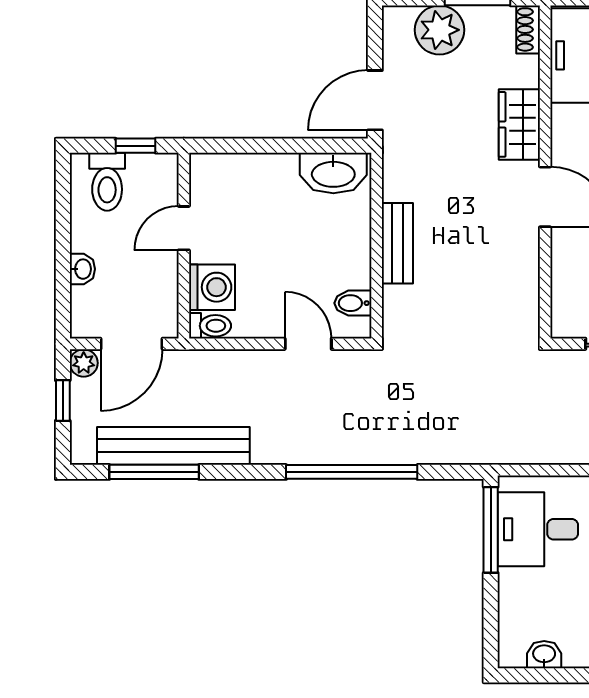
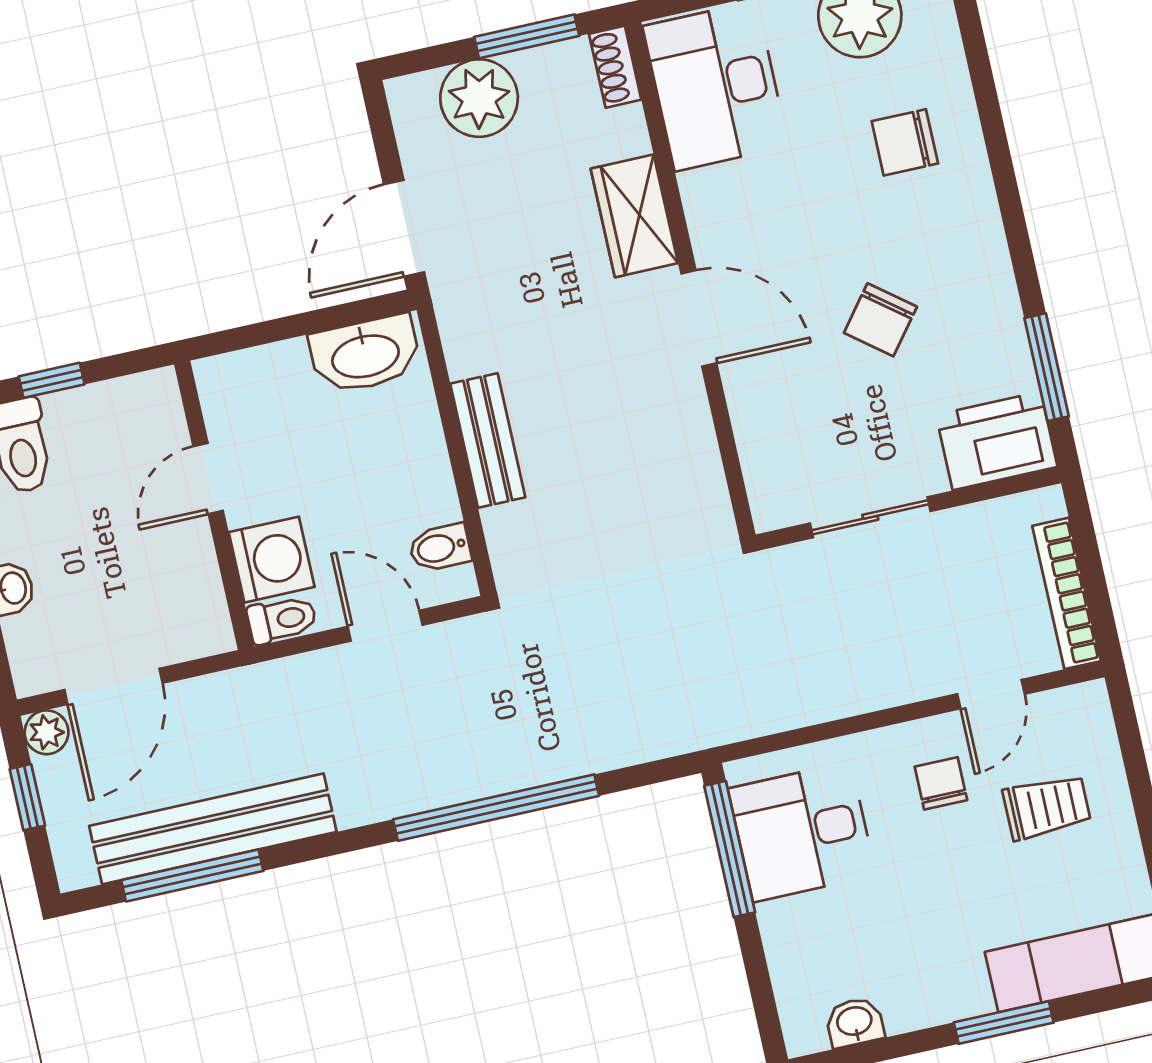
door: (184, 228) -> (208, 479), moved
wall: (184, 246) -> (214, 505), moved
washing machine: (212, 287) -> (272, 560), moved
toilet: (210, 326) -> (282, 620), moved

